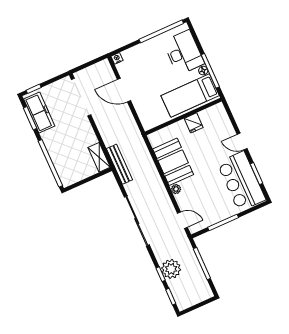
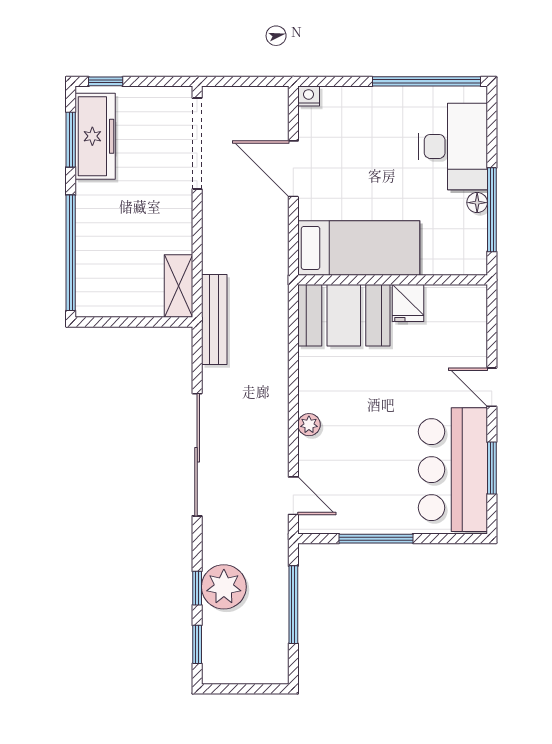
bed: (190, 96) -> (359, 248), moved, turned 180
booth: (173, 162) -> (344, 315), moved, turned 90

